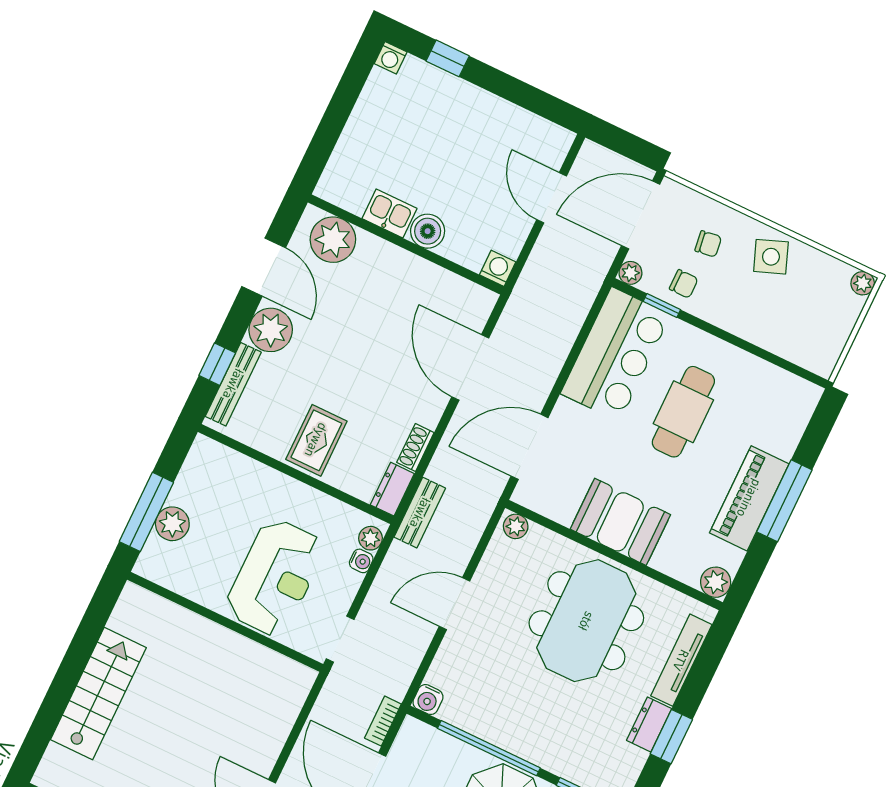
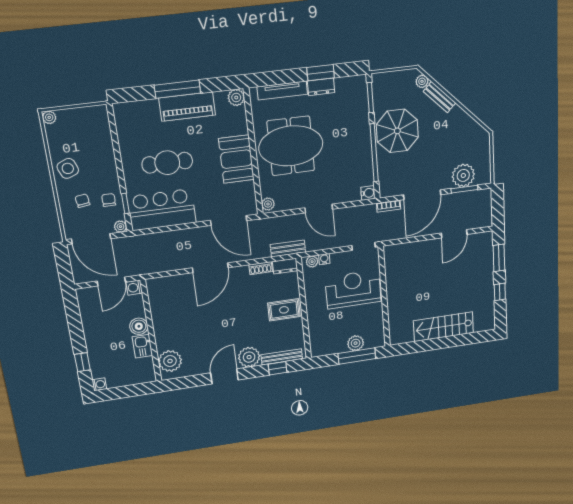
kitchen sink: (389, 213) -> (142, 346), moved
boiler: (428, 231) -> (139, 326), moved
plant: (333, 240) -> (170, 361), moved
wall: (406, 244) -> (151, 331), moved
washing machine: (498, 268) -> (134, 288), moved

